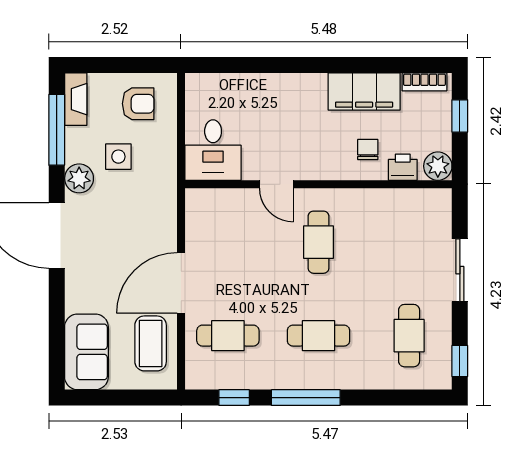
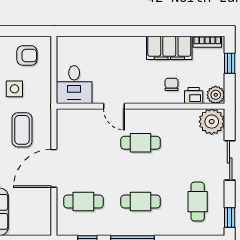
plant: (431, 209) -> (212, 122), added
cafe table: (318, 242) -> (141, 143), turned 90
coffee table: (151, 343) -> (22, 130), moved

